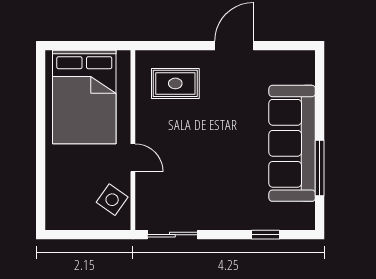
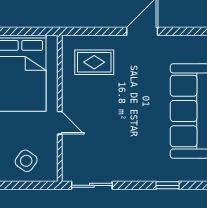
side table: (112, 200) -> (26, 161), moved

